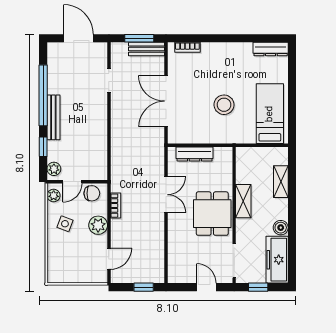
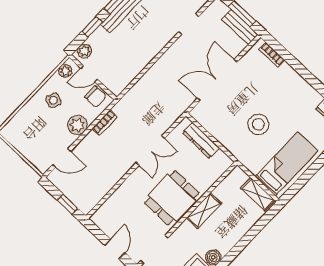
shelving: (281, 182) -> (258, 194), moved, turned 90

